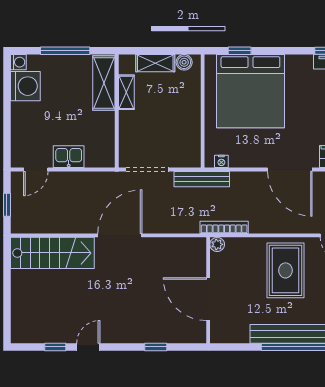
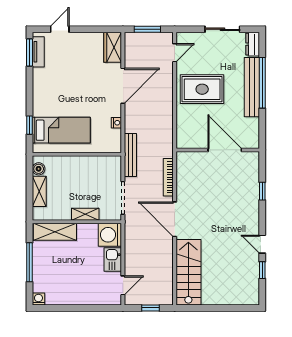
washing machine: (25, 86) -> (110, 235), moved, turned -90
bed: (250, 91) -> (61, 130), width x0.49
shelving: (126, 92) -> (85, 214), moved
nightstand: (221, 161) -> (116, 123), moved
door: (36, 170) -> (123, 285), hinge flipped
bookcase: (224, 227) -> (168, 177), moved
plant: (217, 244) -> (182, 143), removed
door: (208, 299) -> (225, 150), swing flipped

